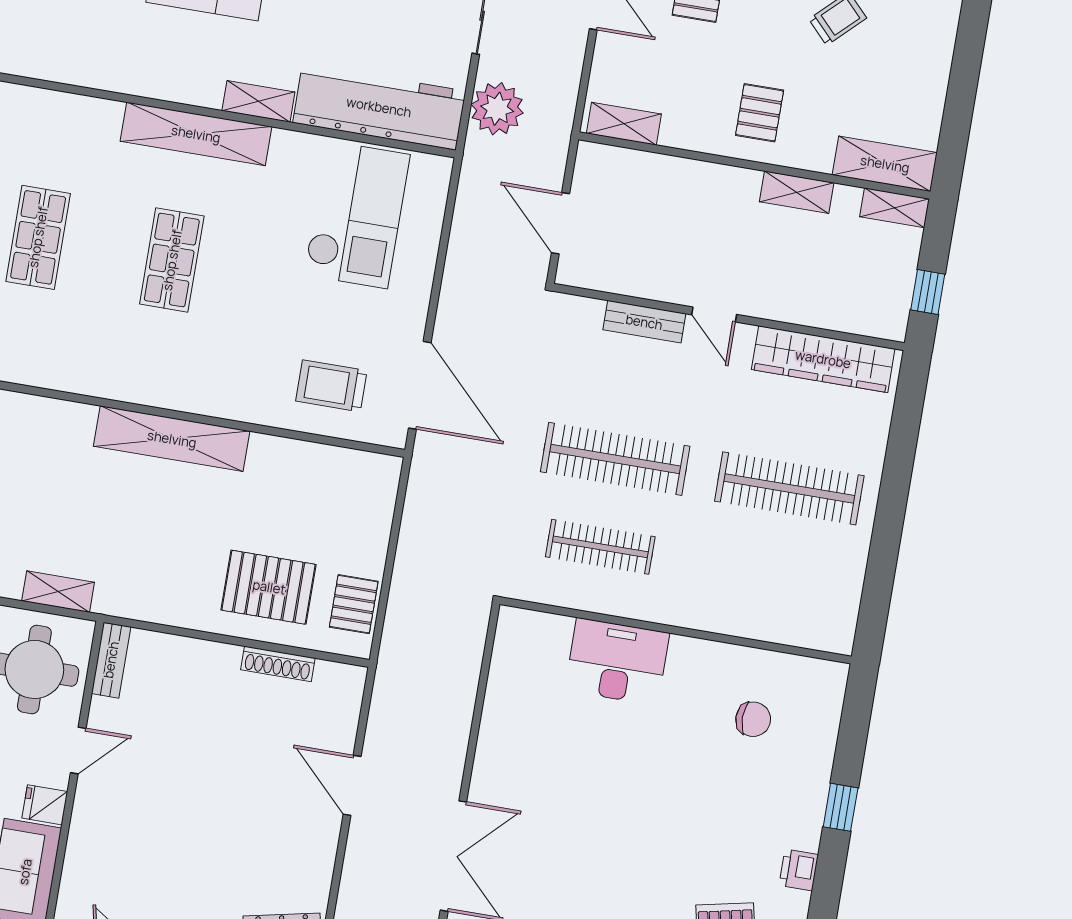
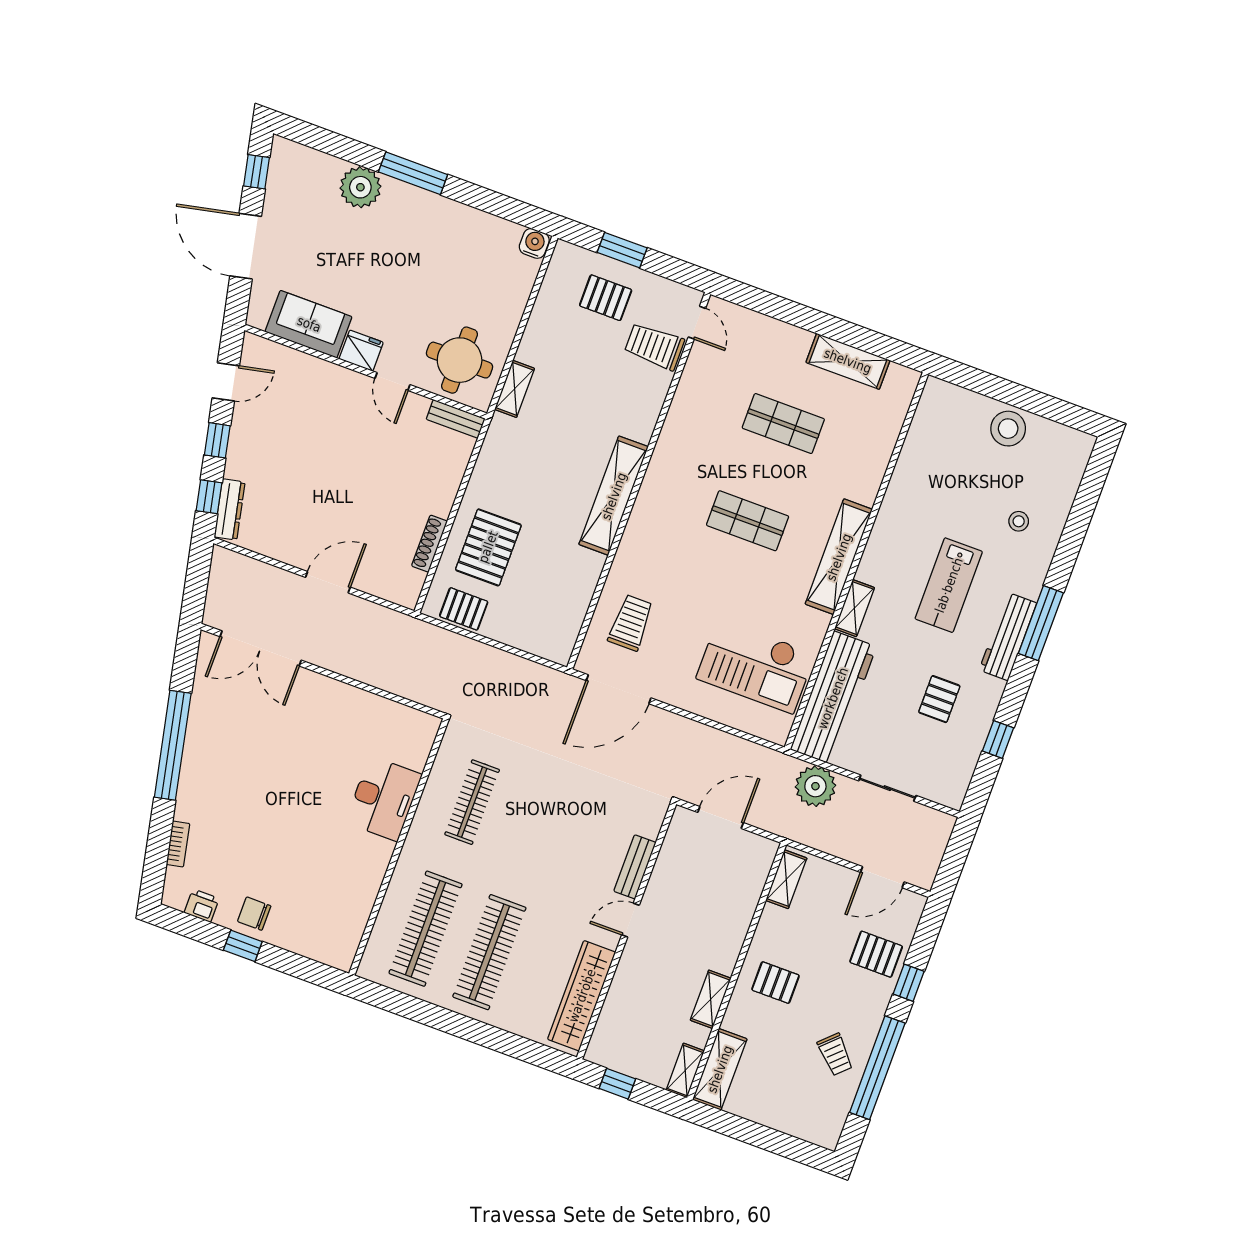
clothes rail: (615, 459) -> (426, 929), moved
chair: (753, 719) -> (254, 914), moved, turned 90
fridge: (45, 805) -> (361, 351), width x1.38

